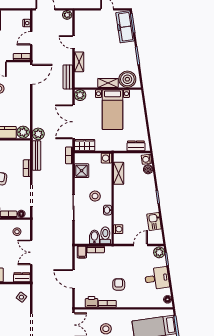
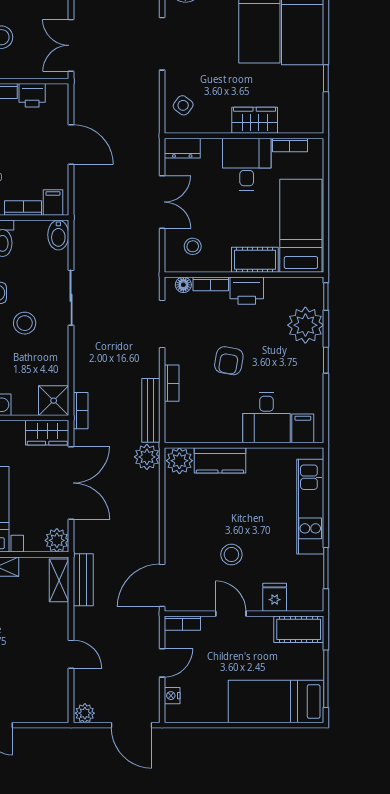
shelving: (79, 62) -> (59, 580), moved
shower: (82, 171) -> (54, 401), moved
bidet: (94, 237) -> (58, 235), moved

